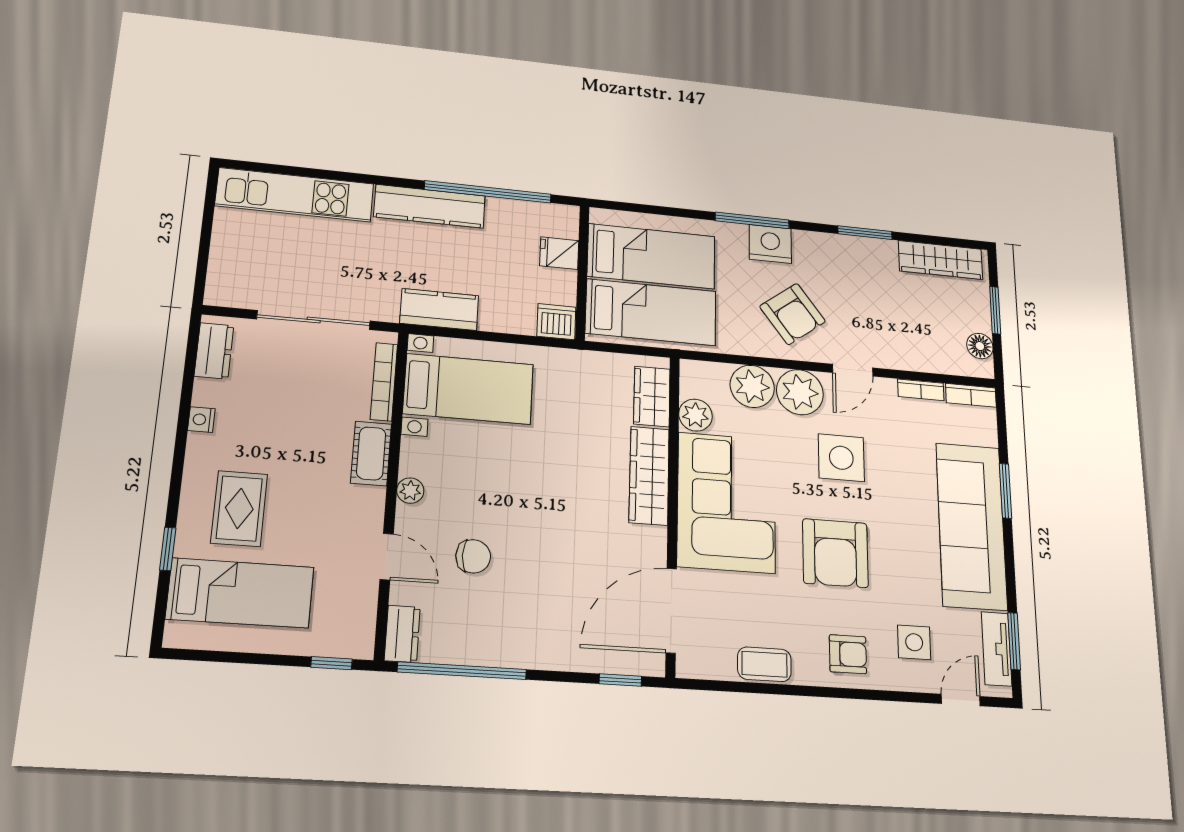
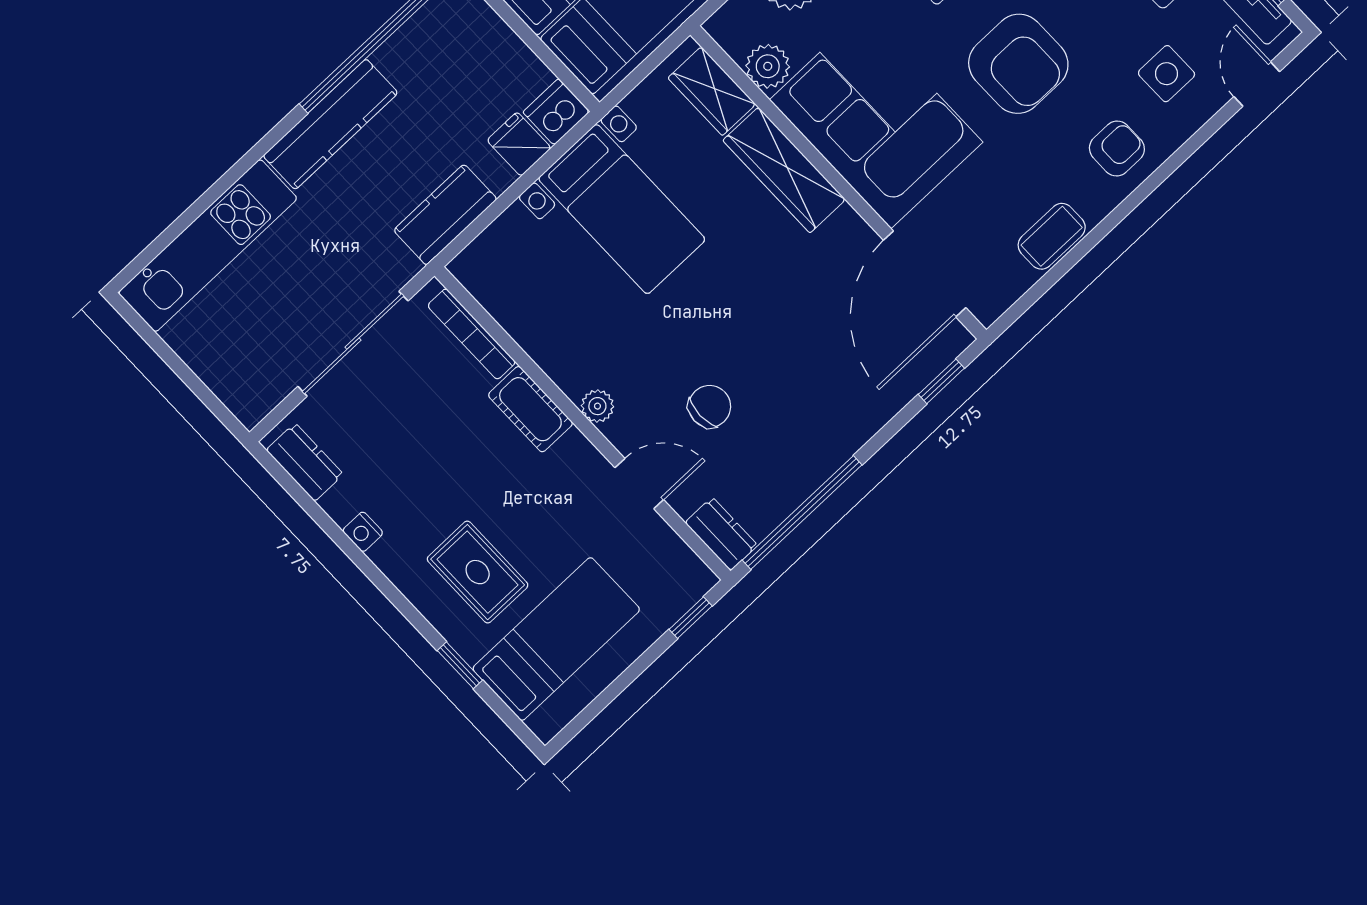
fridge: (559, 253) -> (519, 144), moved, turned 90
bed with nightstands: (469, 389) -> (622, 209), moved, turned 90

